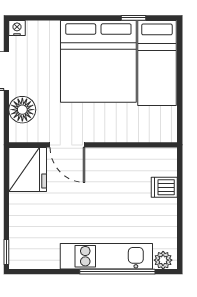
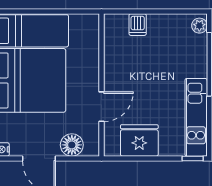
fridge: (28, 169) -> (139, 140), moved
kitchen unit: (106, 256) -> (196, 117), moved

